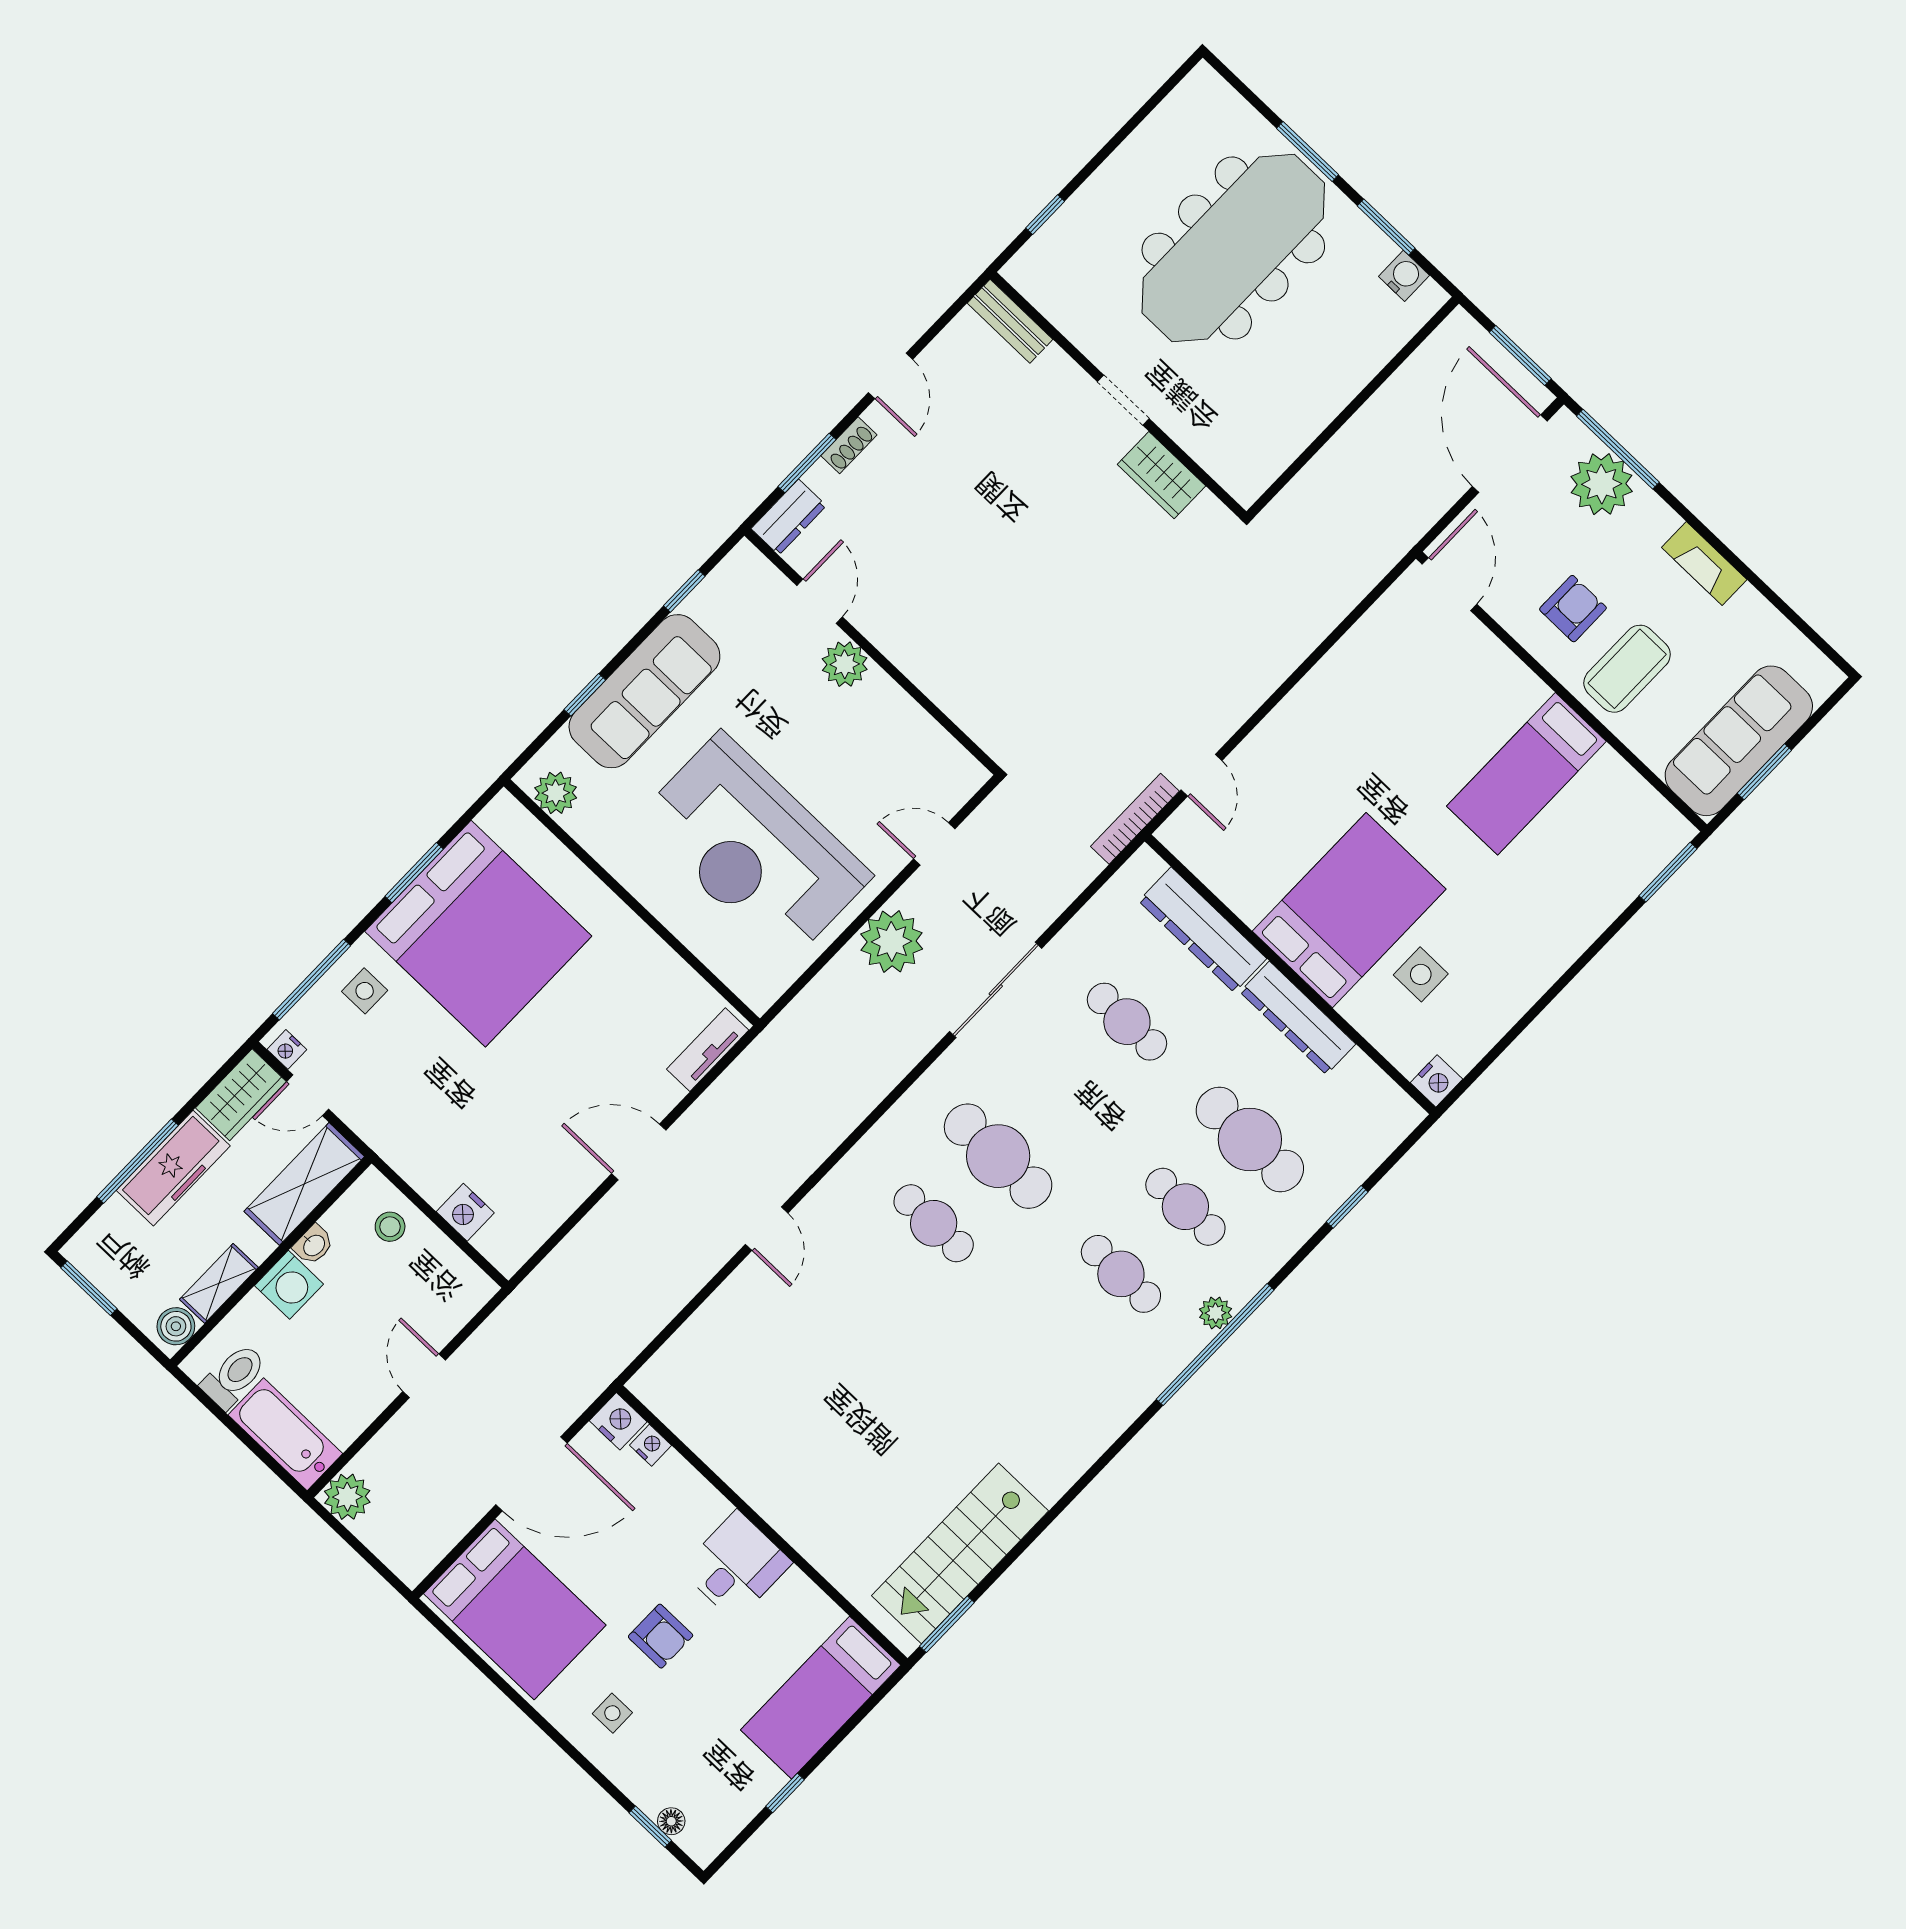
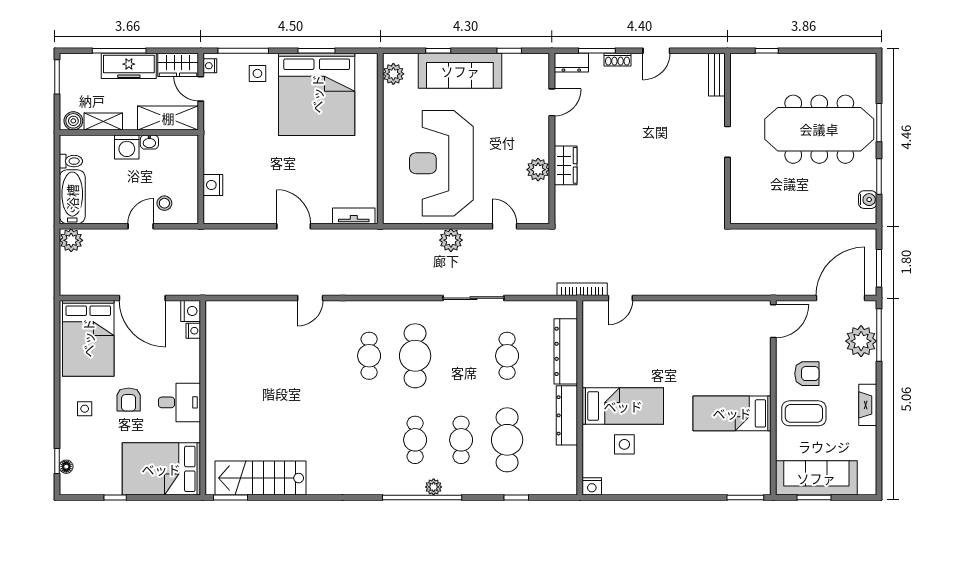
wardrobe: (1161, 475) -> (566, 165), moved, turned 180
plant: (845, 664) -> (538, 170), moved
bed: (1349, 910) -> (623, 406), width x0.67
plant: (892, 941) -> (451, 240), width x0.73, depth x0.73
stool: (390, 1227) -> (164, 203), moved
toilet: (234, 1376) -> (71, 161), width x0.73, depth x0.72
bed: (821, 1698) -> (161, 469), width x1.50

